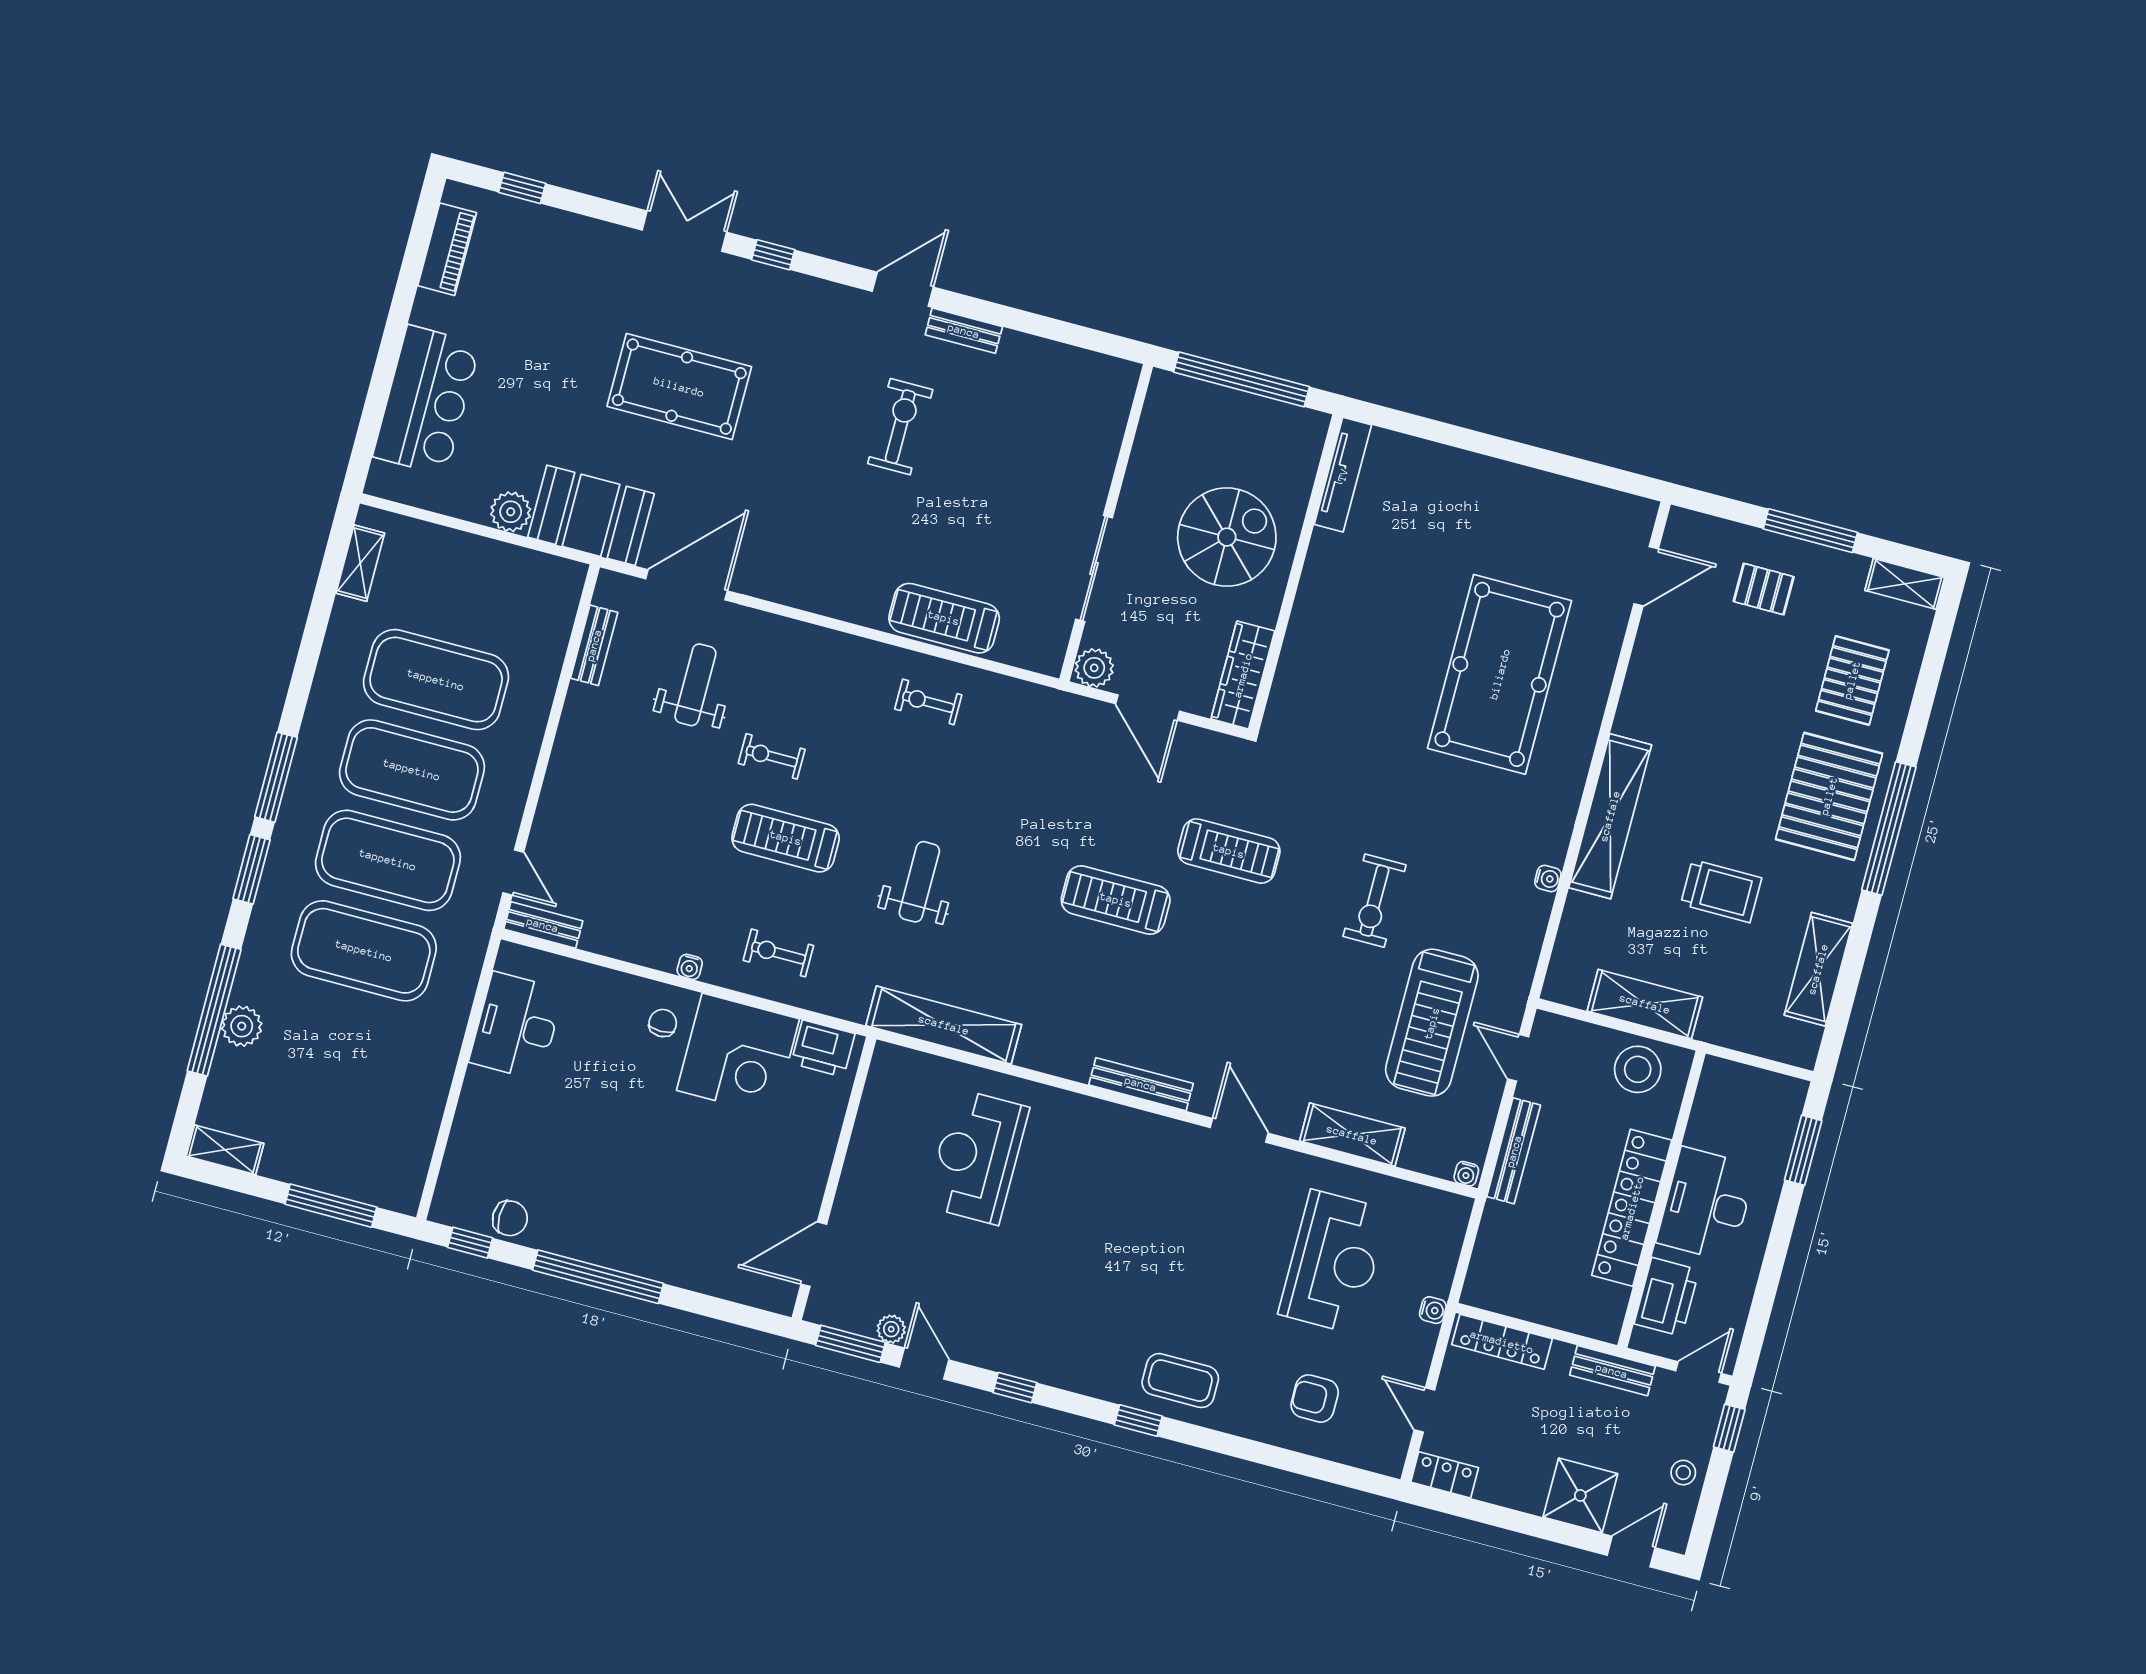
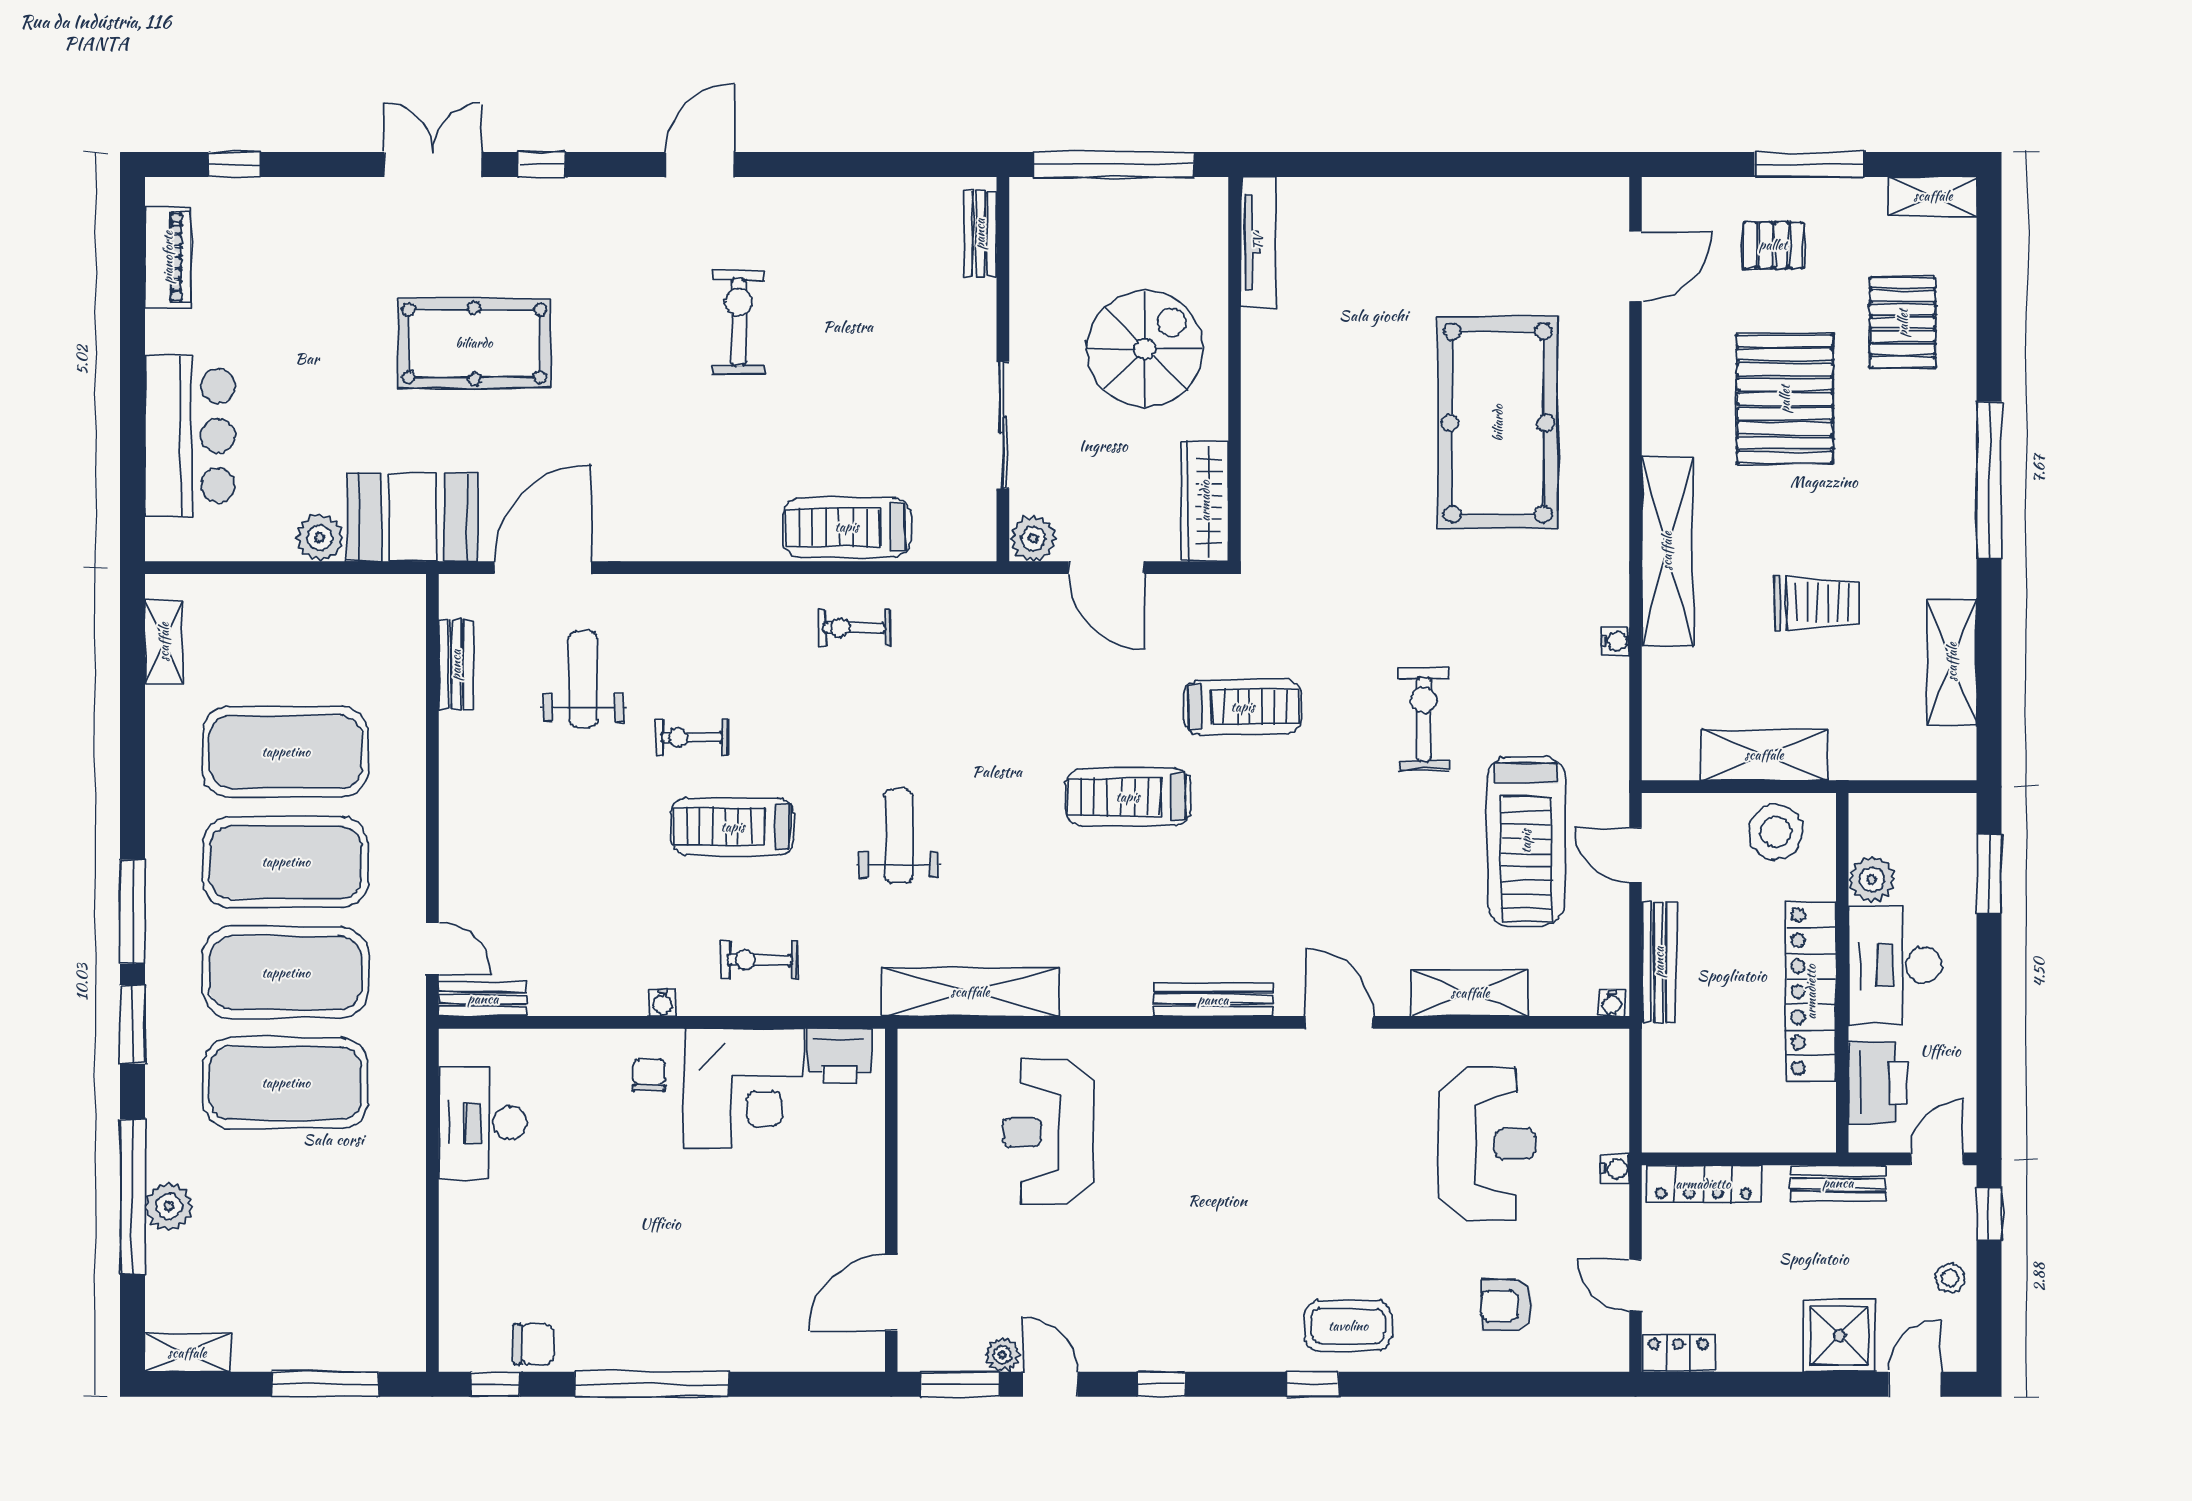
bench: (964, 331) -> (980, 234), moved, turned 90
pallet: (1829, 796) -> (1785, 399), moved
exercise bike: (1374, 901) -> (1424, 719), turned 180
plant: (1706, 1129) -> (1872, 879), added

